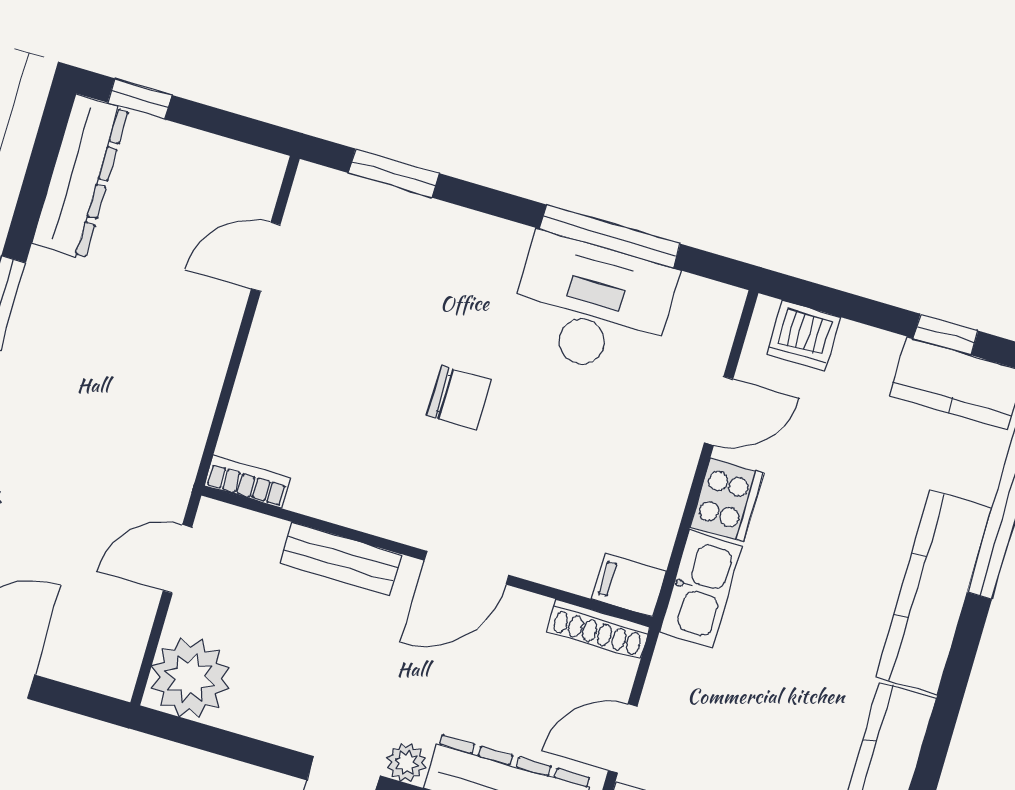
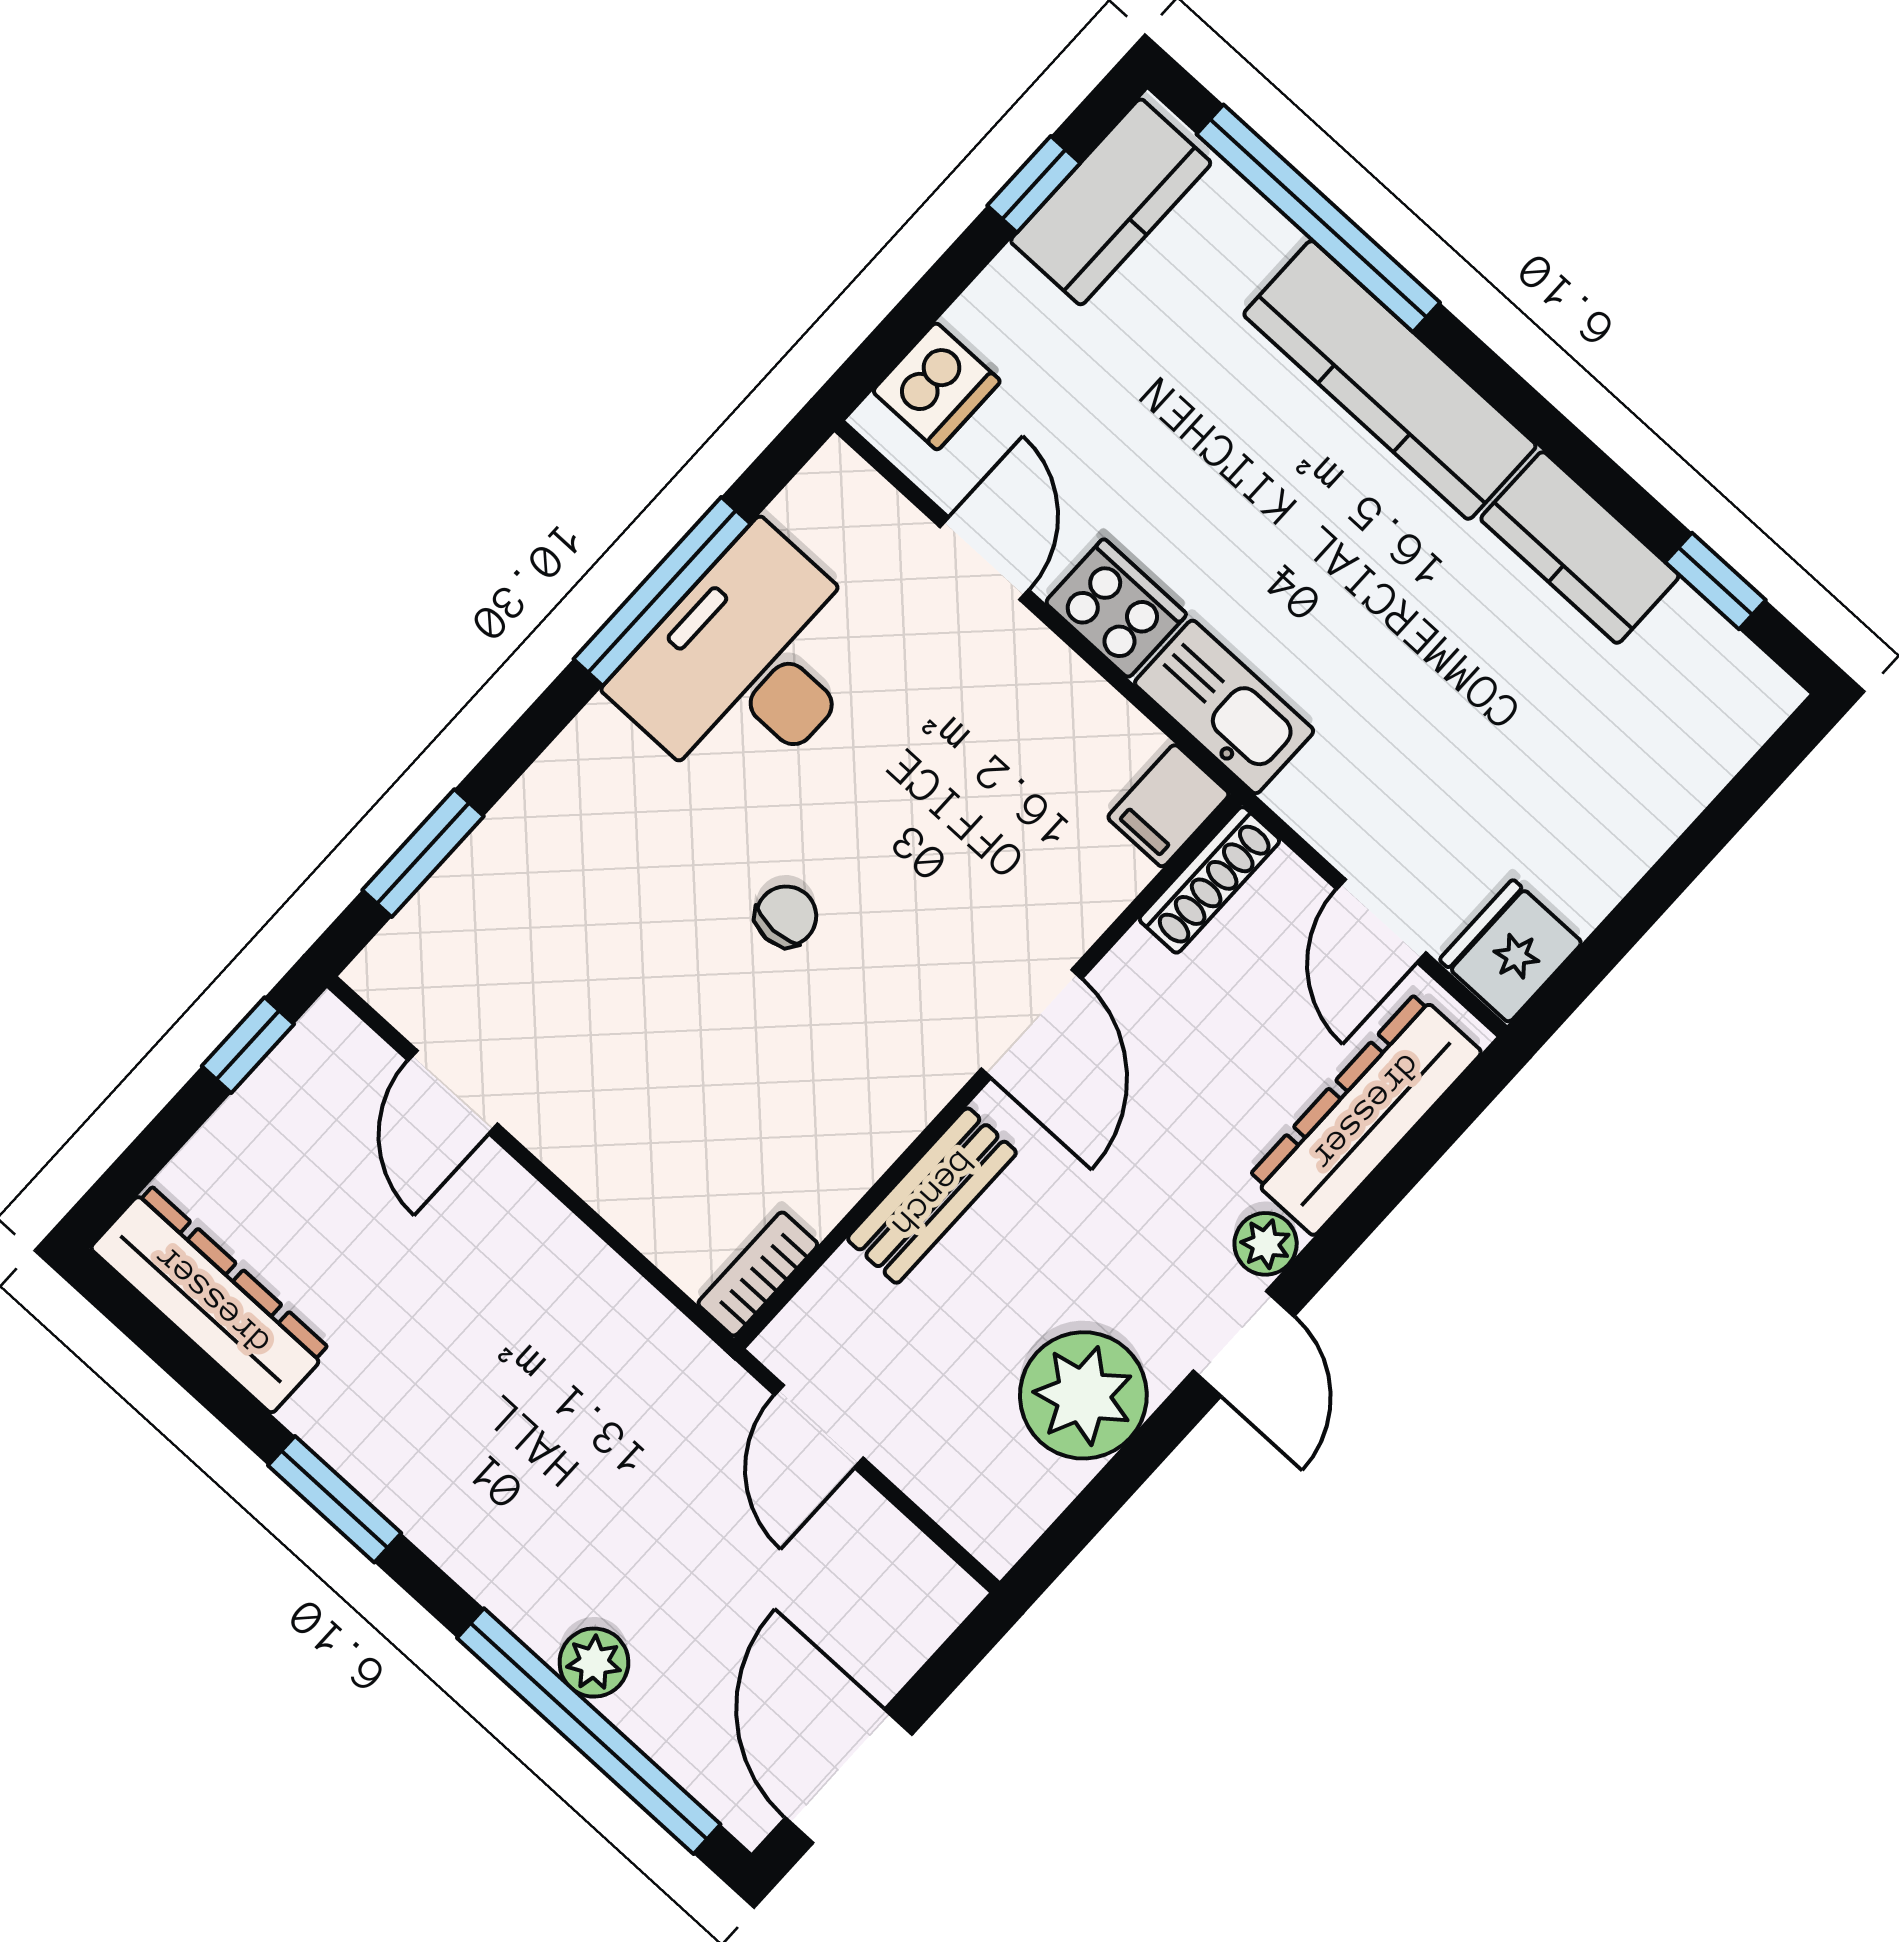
window: (140, 99) -> (248, 1045), moved
chair: (459, 398) -> (786, 916), width x0.73, depth x0.73
plant: (190, 678) -> (1083, 1395), moved

